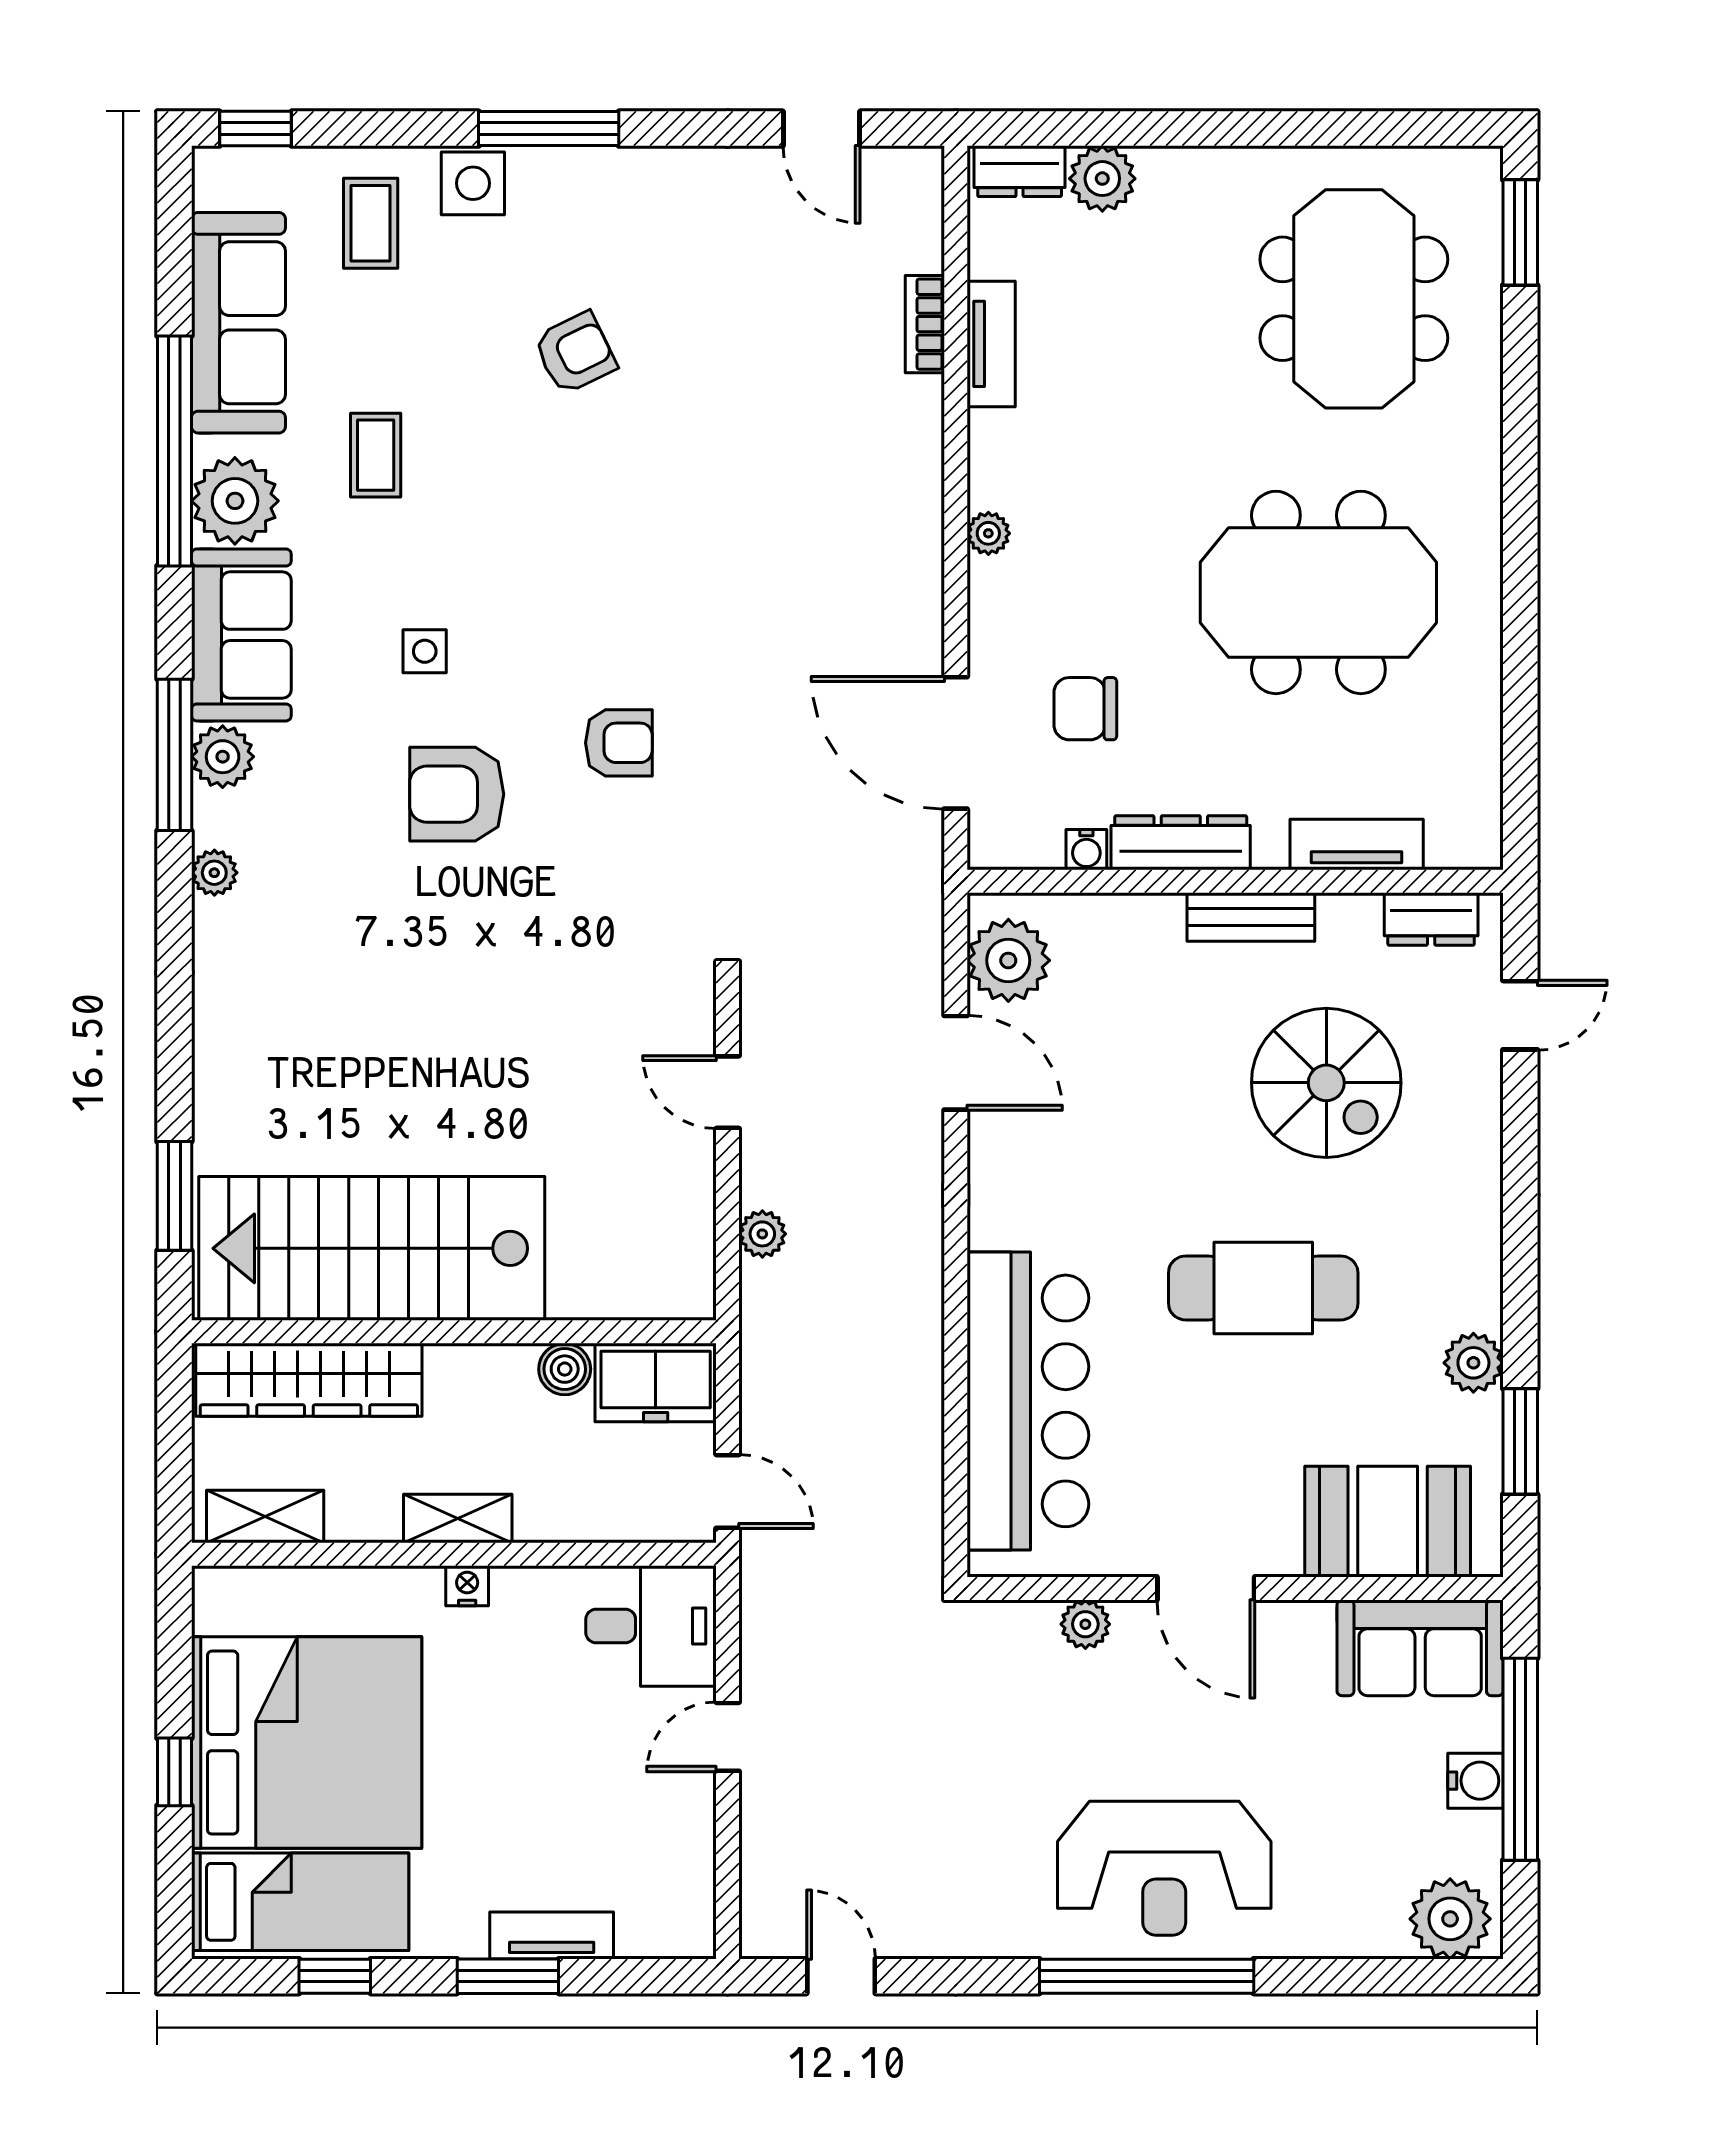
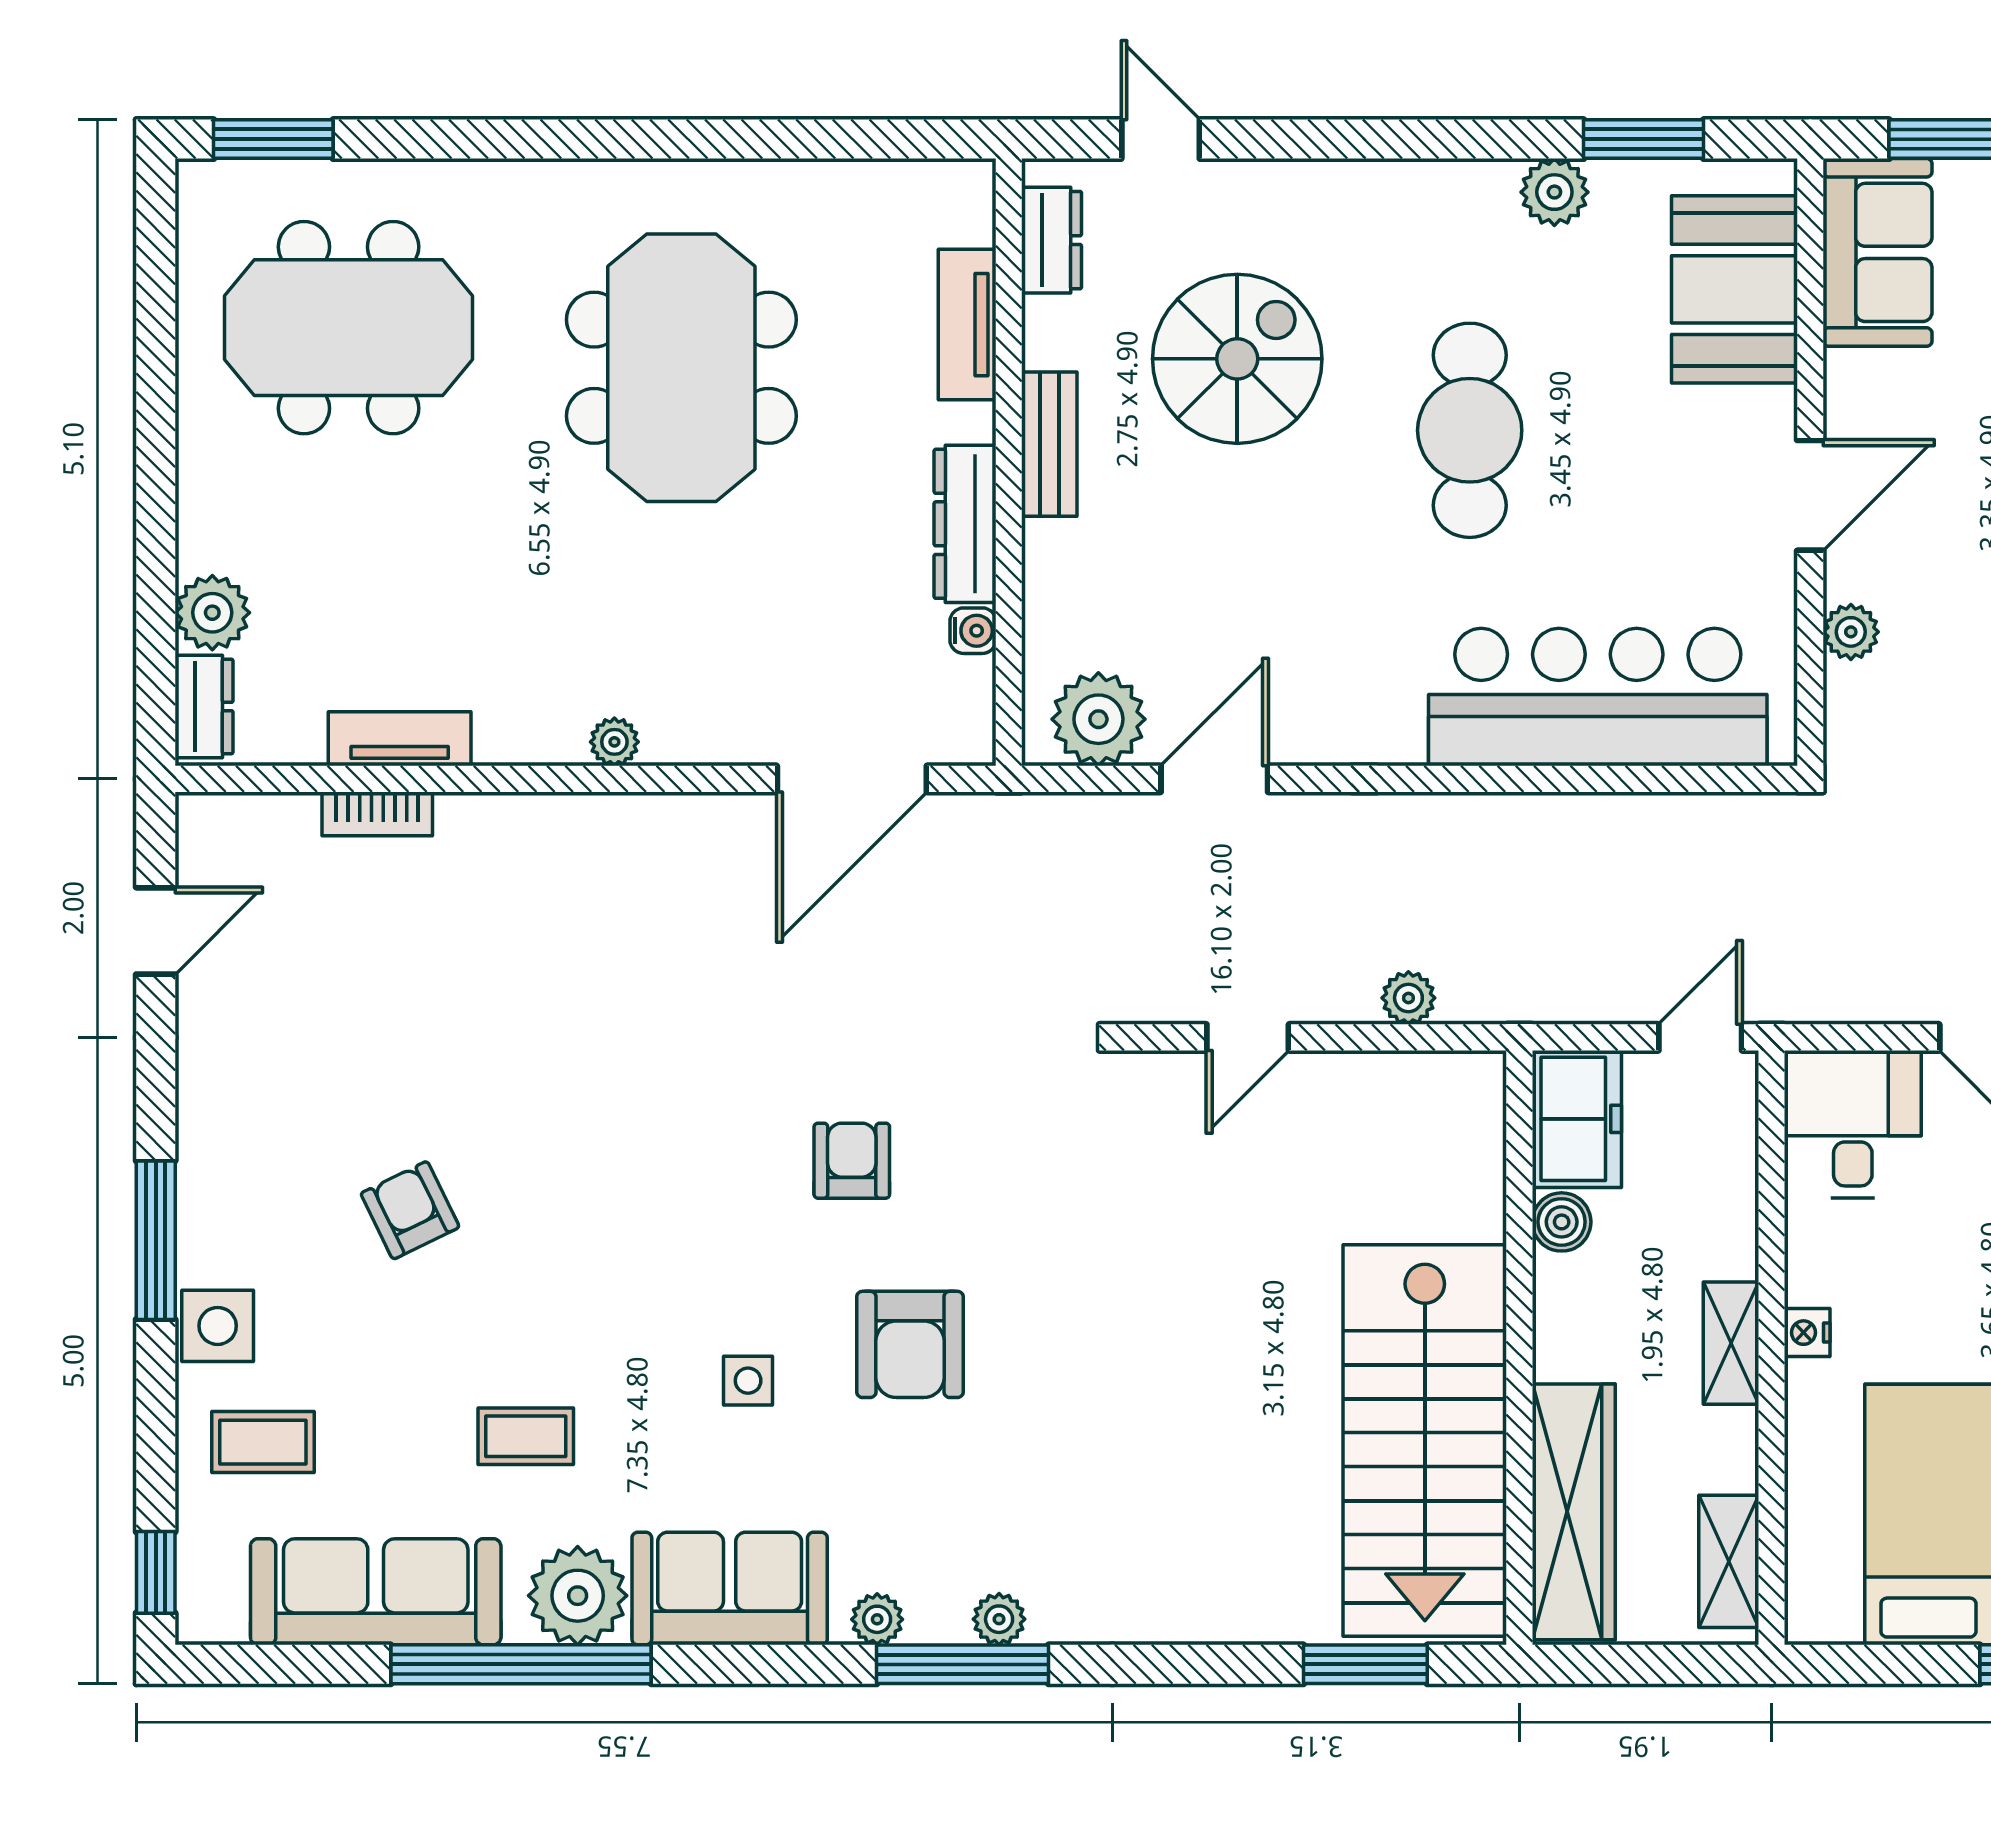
chair: (1085, 709) -> (813, 632), removed
window: (174, 755) -> (963, 1664), moved
plant: (223, 757) -> (877, 1619), width x0.73, depth x0.73

